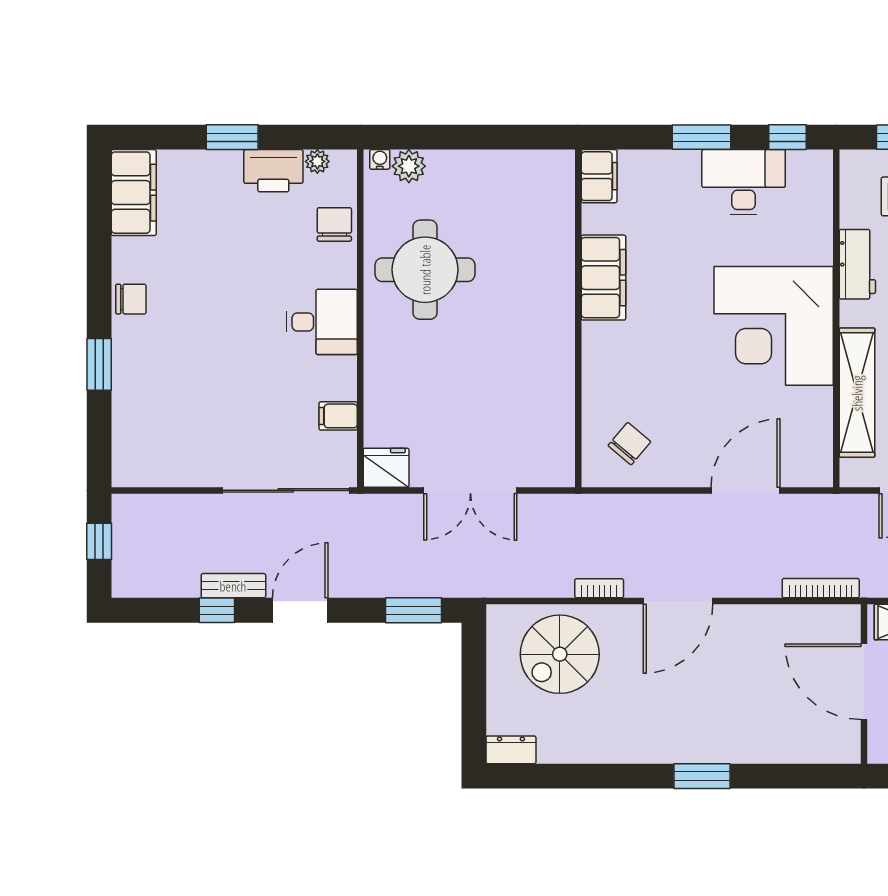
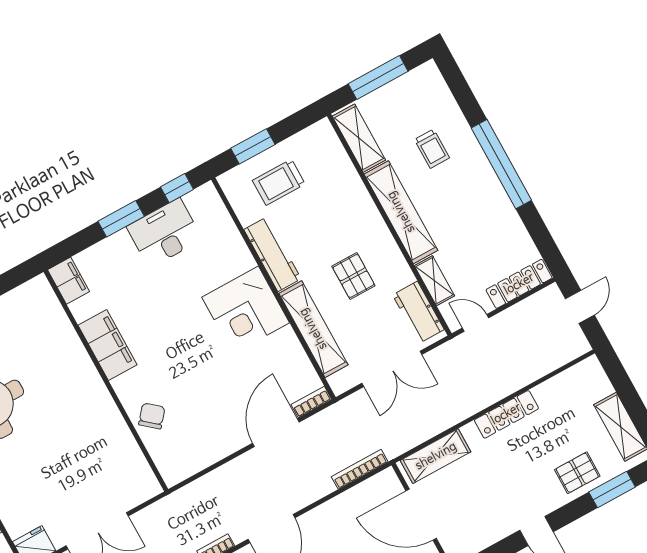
workbench: (857, 264) -> (272, 254), width x1.38
corner desk: (774, 326) -> (246, 310), width x0.74, depth x0.74
chair: (629, 444) -> (152, 416), moved
bookcase: (807, 477) -> (311, 402), added

